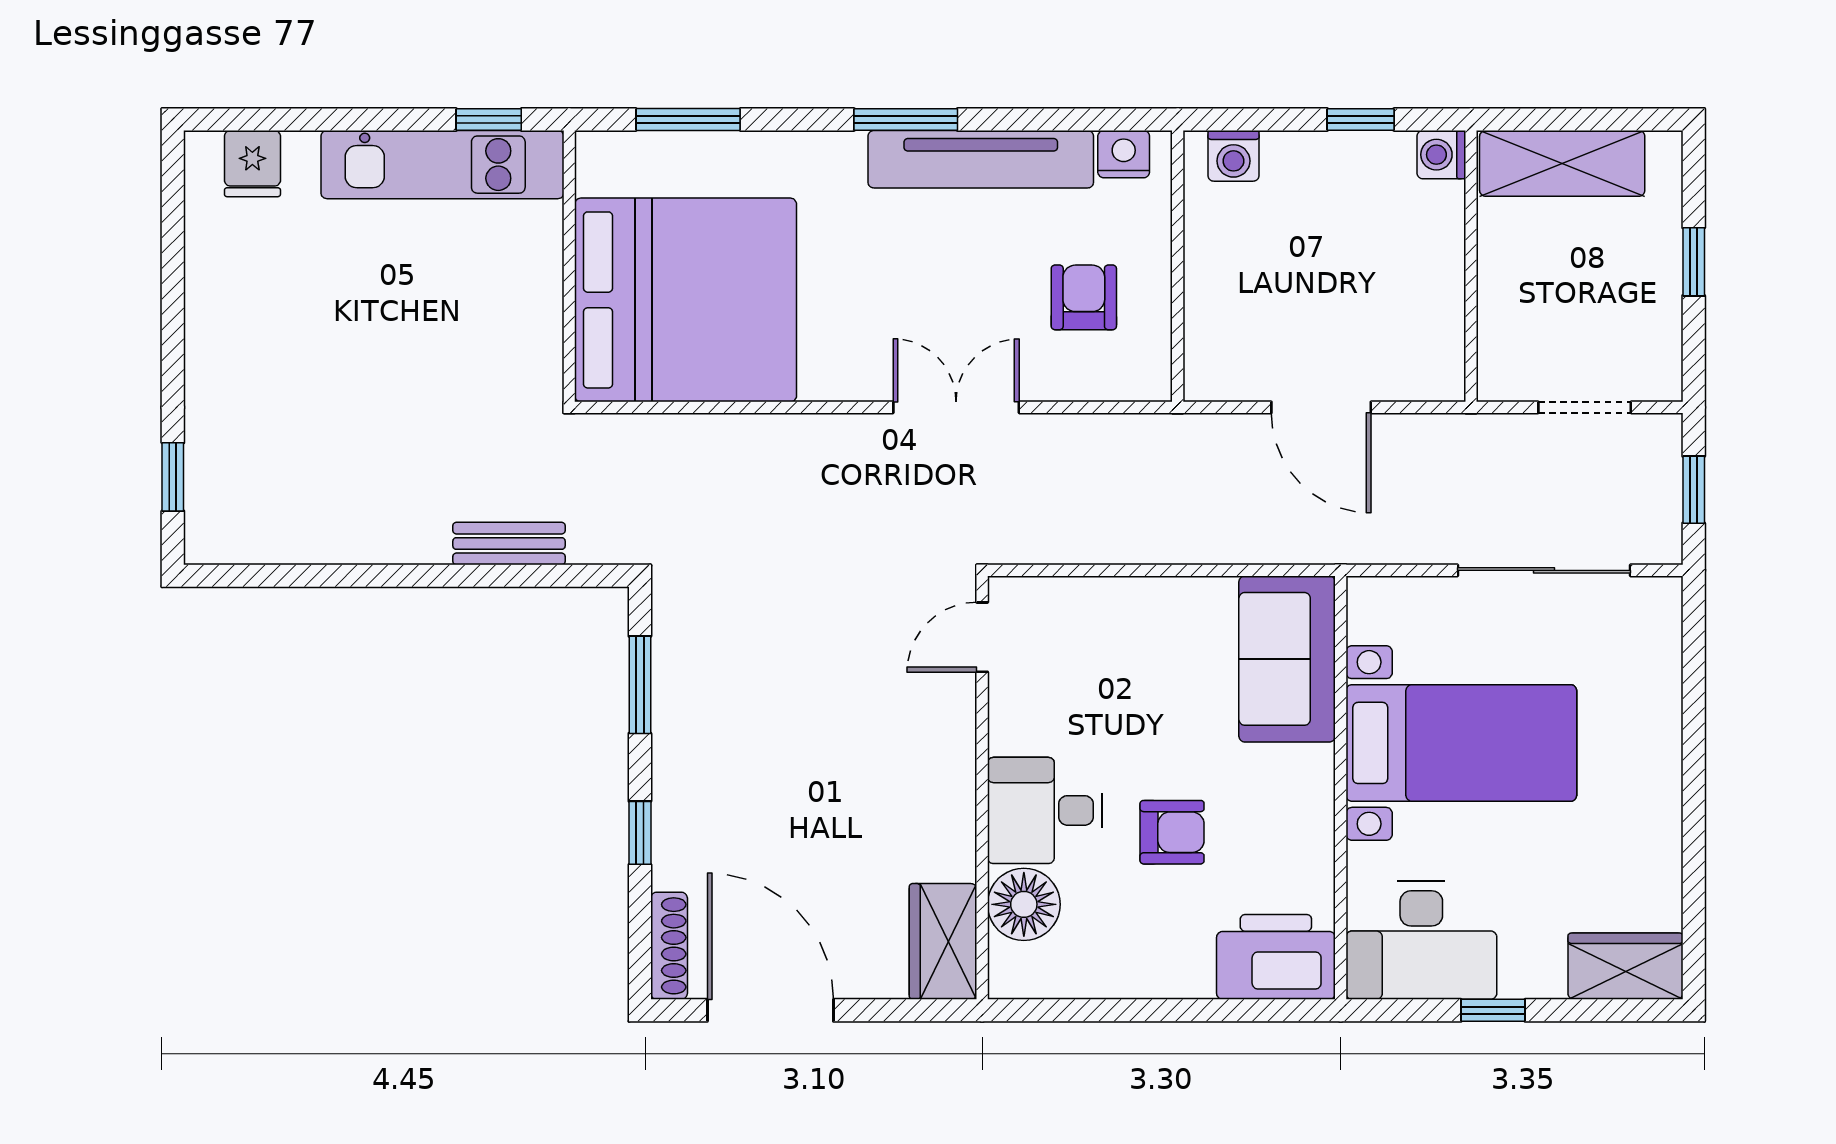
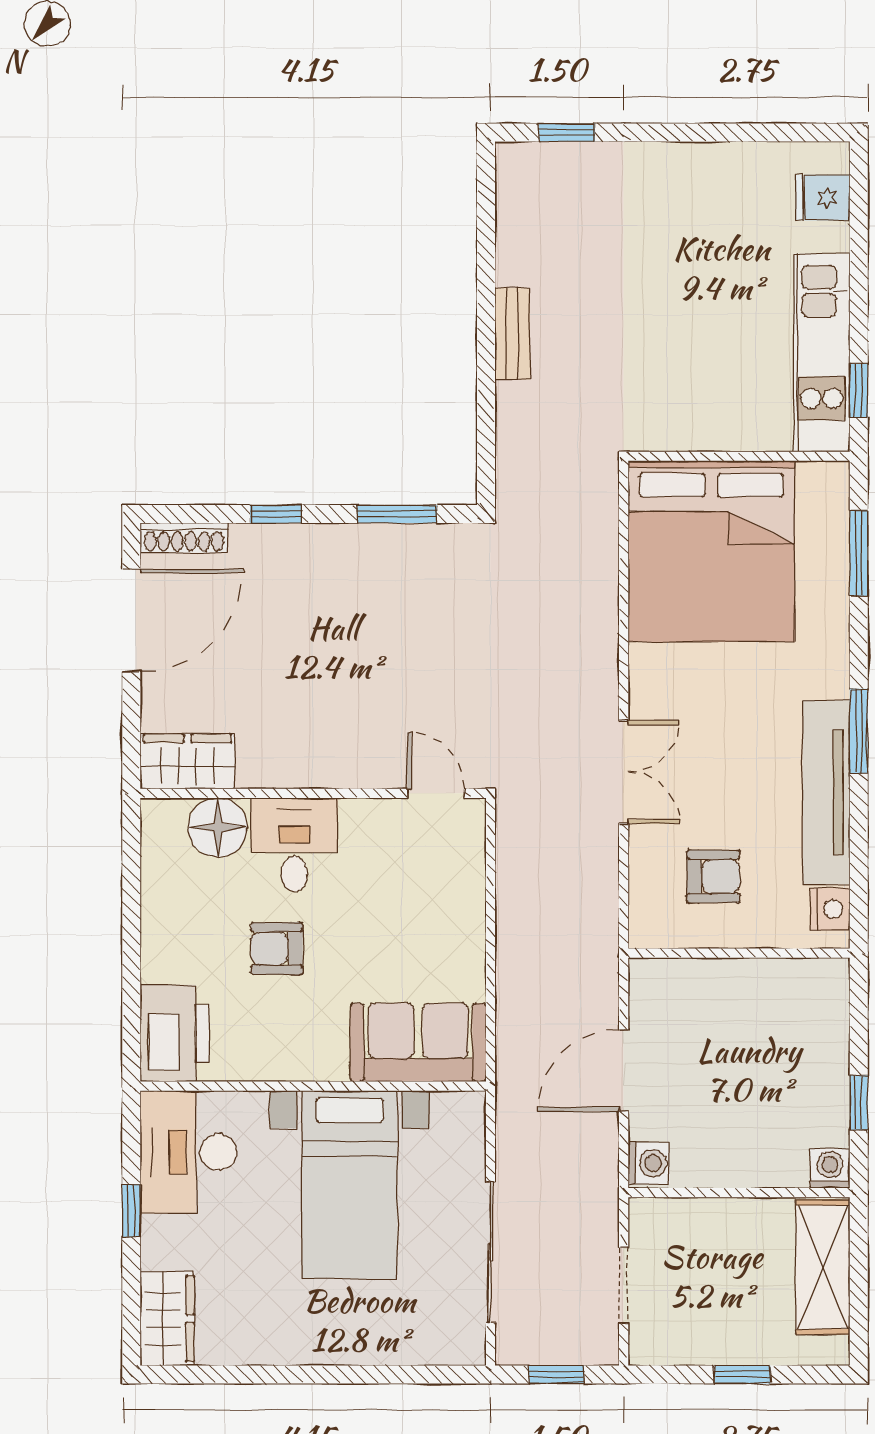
washing machine: (1233, 156) -> (649, 1163), moved, turned 180
bench: (509, 544) -> (512, 334), moved
armchair: (1172, 832) -> (277, 948), turned 90

